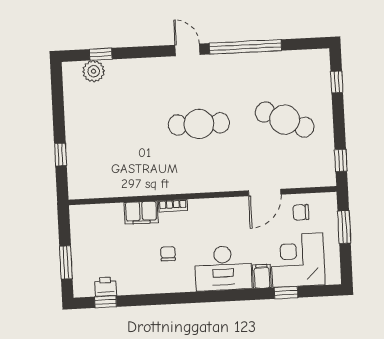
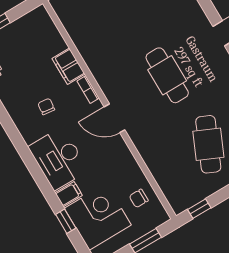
door: (265, 193) -> (115, 118), moved
chair: (301, 212) -> (139, 198), turned -90
chair: (168, 254) -> (46, 107), turned -83

